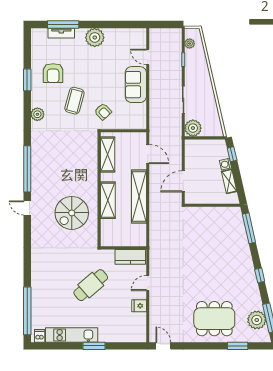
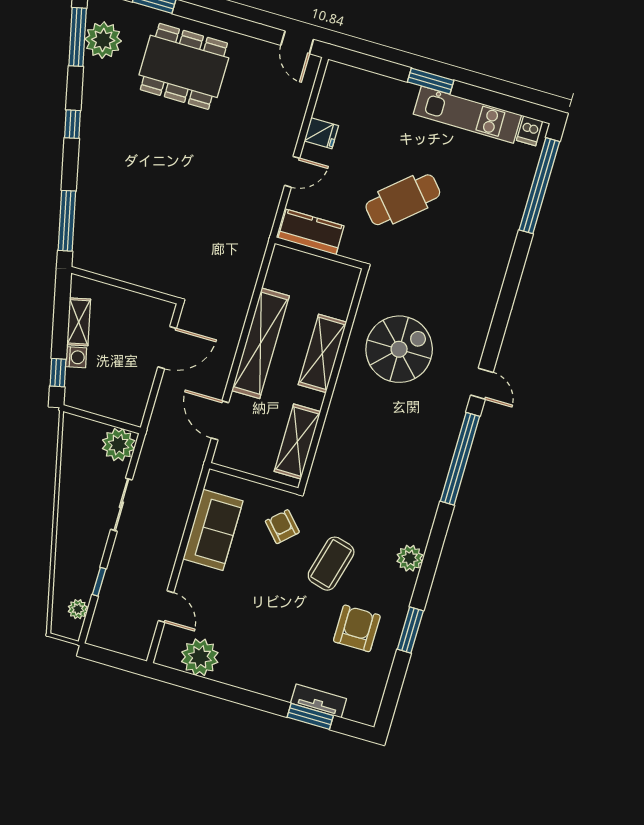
window: (63, 24) -> (310, 716), width x0.69
plant: (95, 37) -> (200, 657), moved
sofa: (136, 85) -> (213, 530), moved

